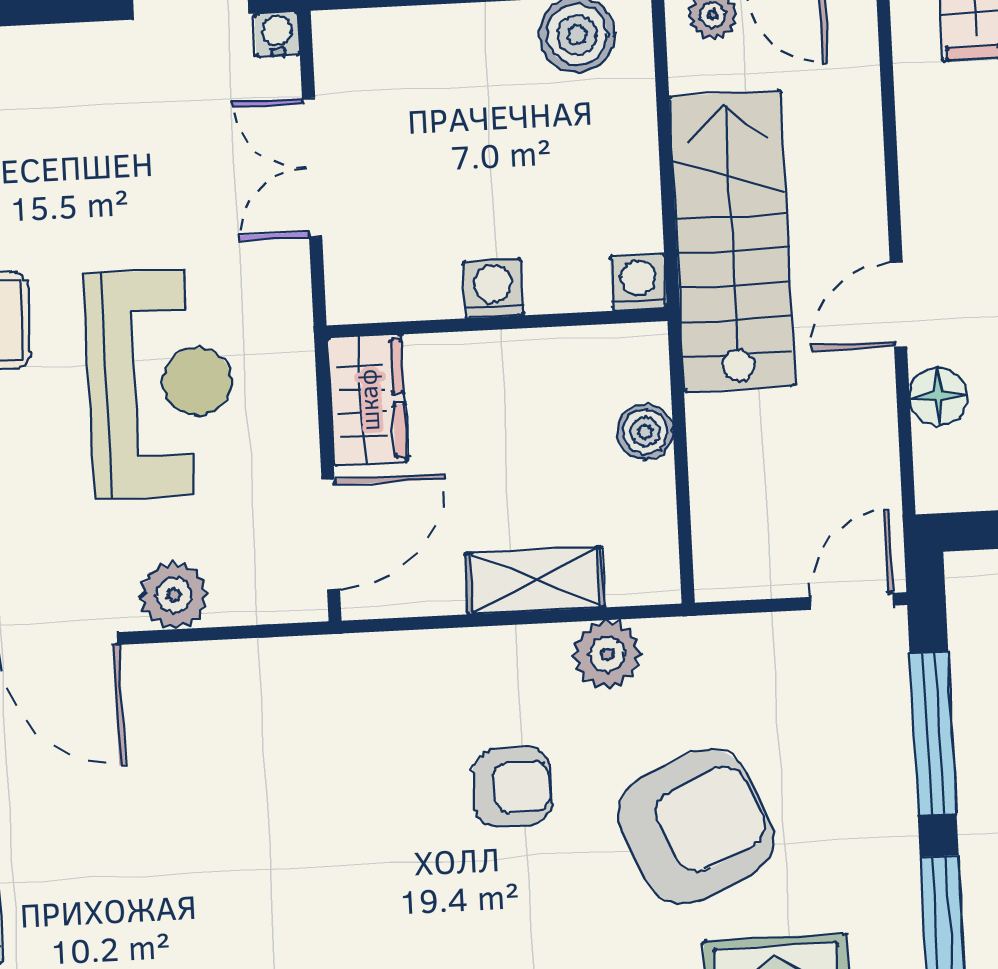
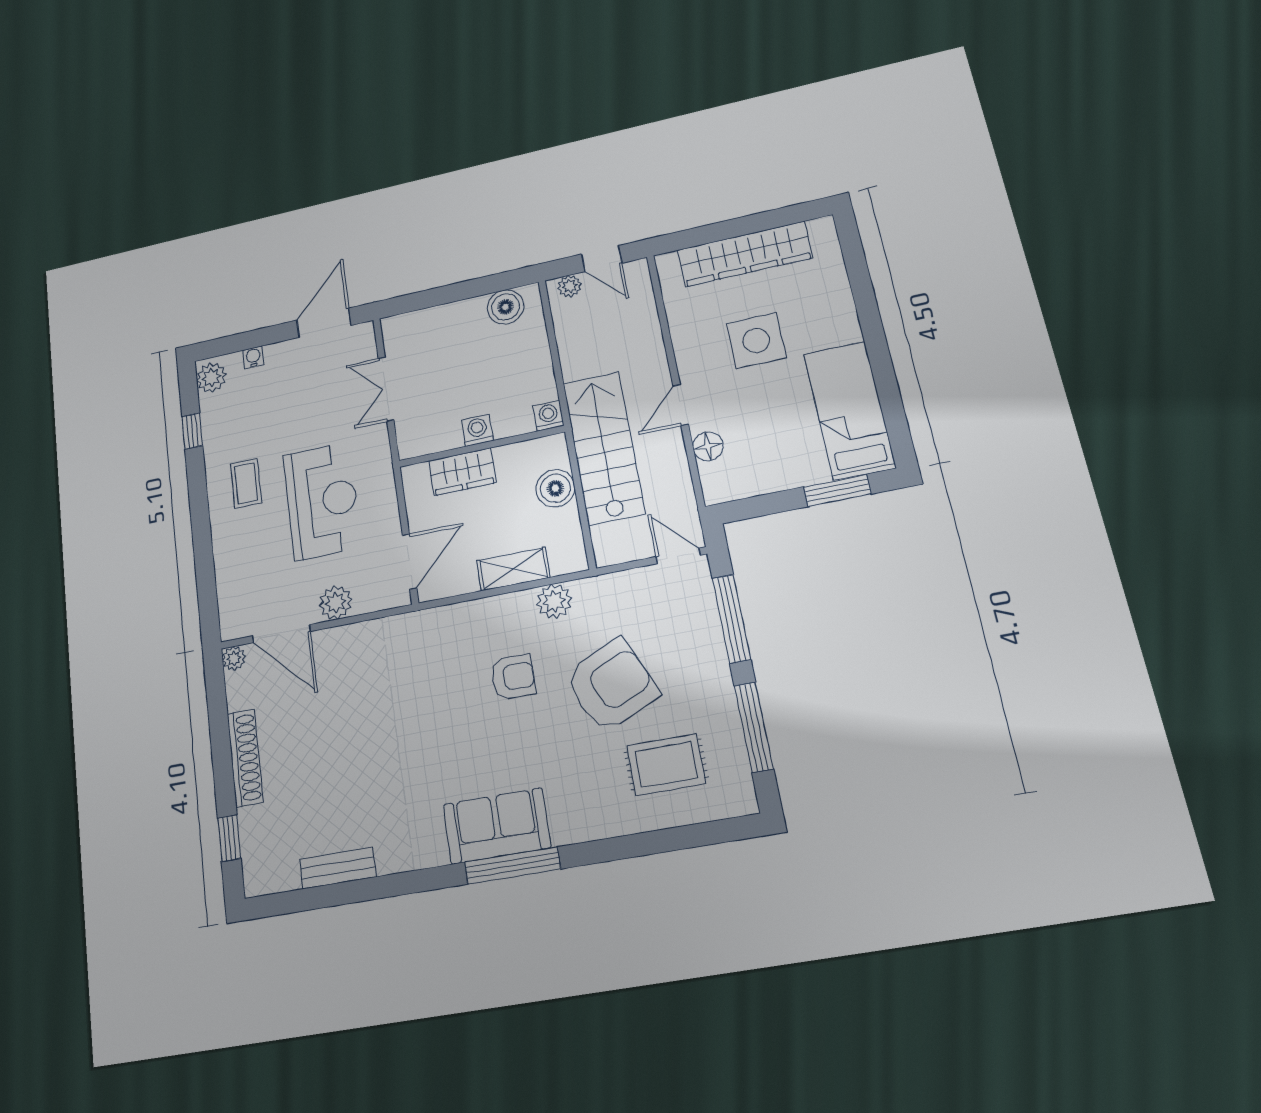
water cooler: (277, 34) -> (253, 357), moved
stairs: (732, 241) -> (604, 448), moved
wardrobe: (368, 400) -> (462, 472), moved, turned 90
boiler: (645, 432) -> (555, 488), width x1.36, depth x1.36
door: (852, 601) -> (678, 556), hinge flipped

